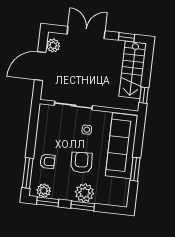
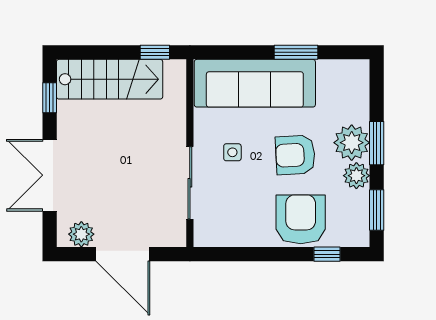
armchair: (47, 161) -> (301, 219), width x1.88, depth x1.88
window: (28, 173) -> (327, 254), width x0.46
plant: (44, 191) -> (356, 176), moved

